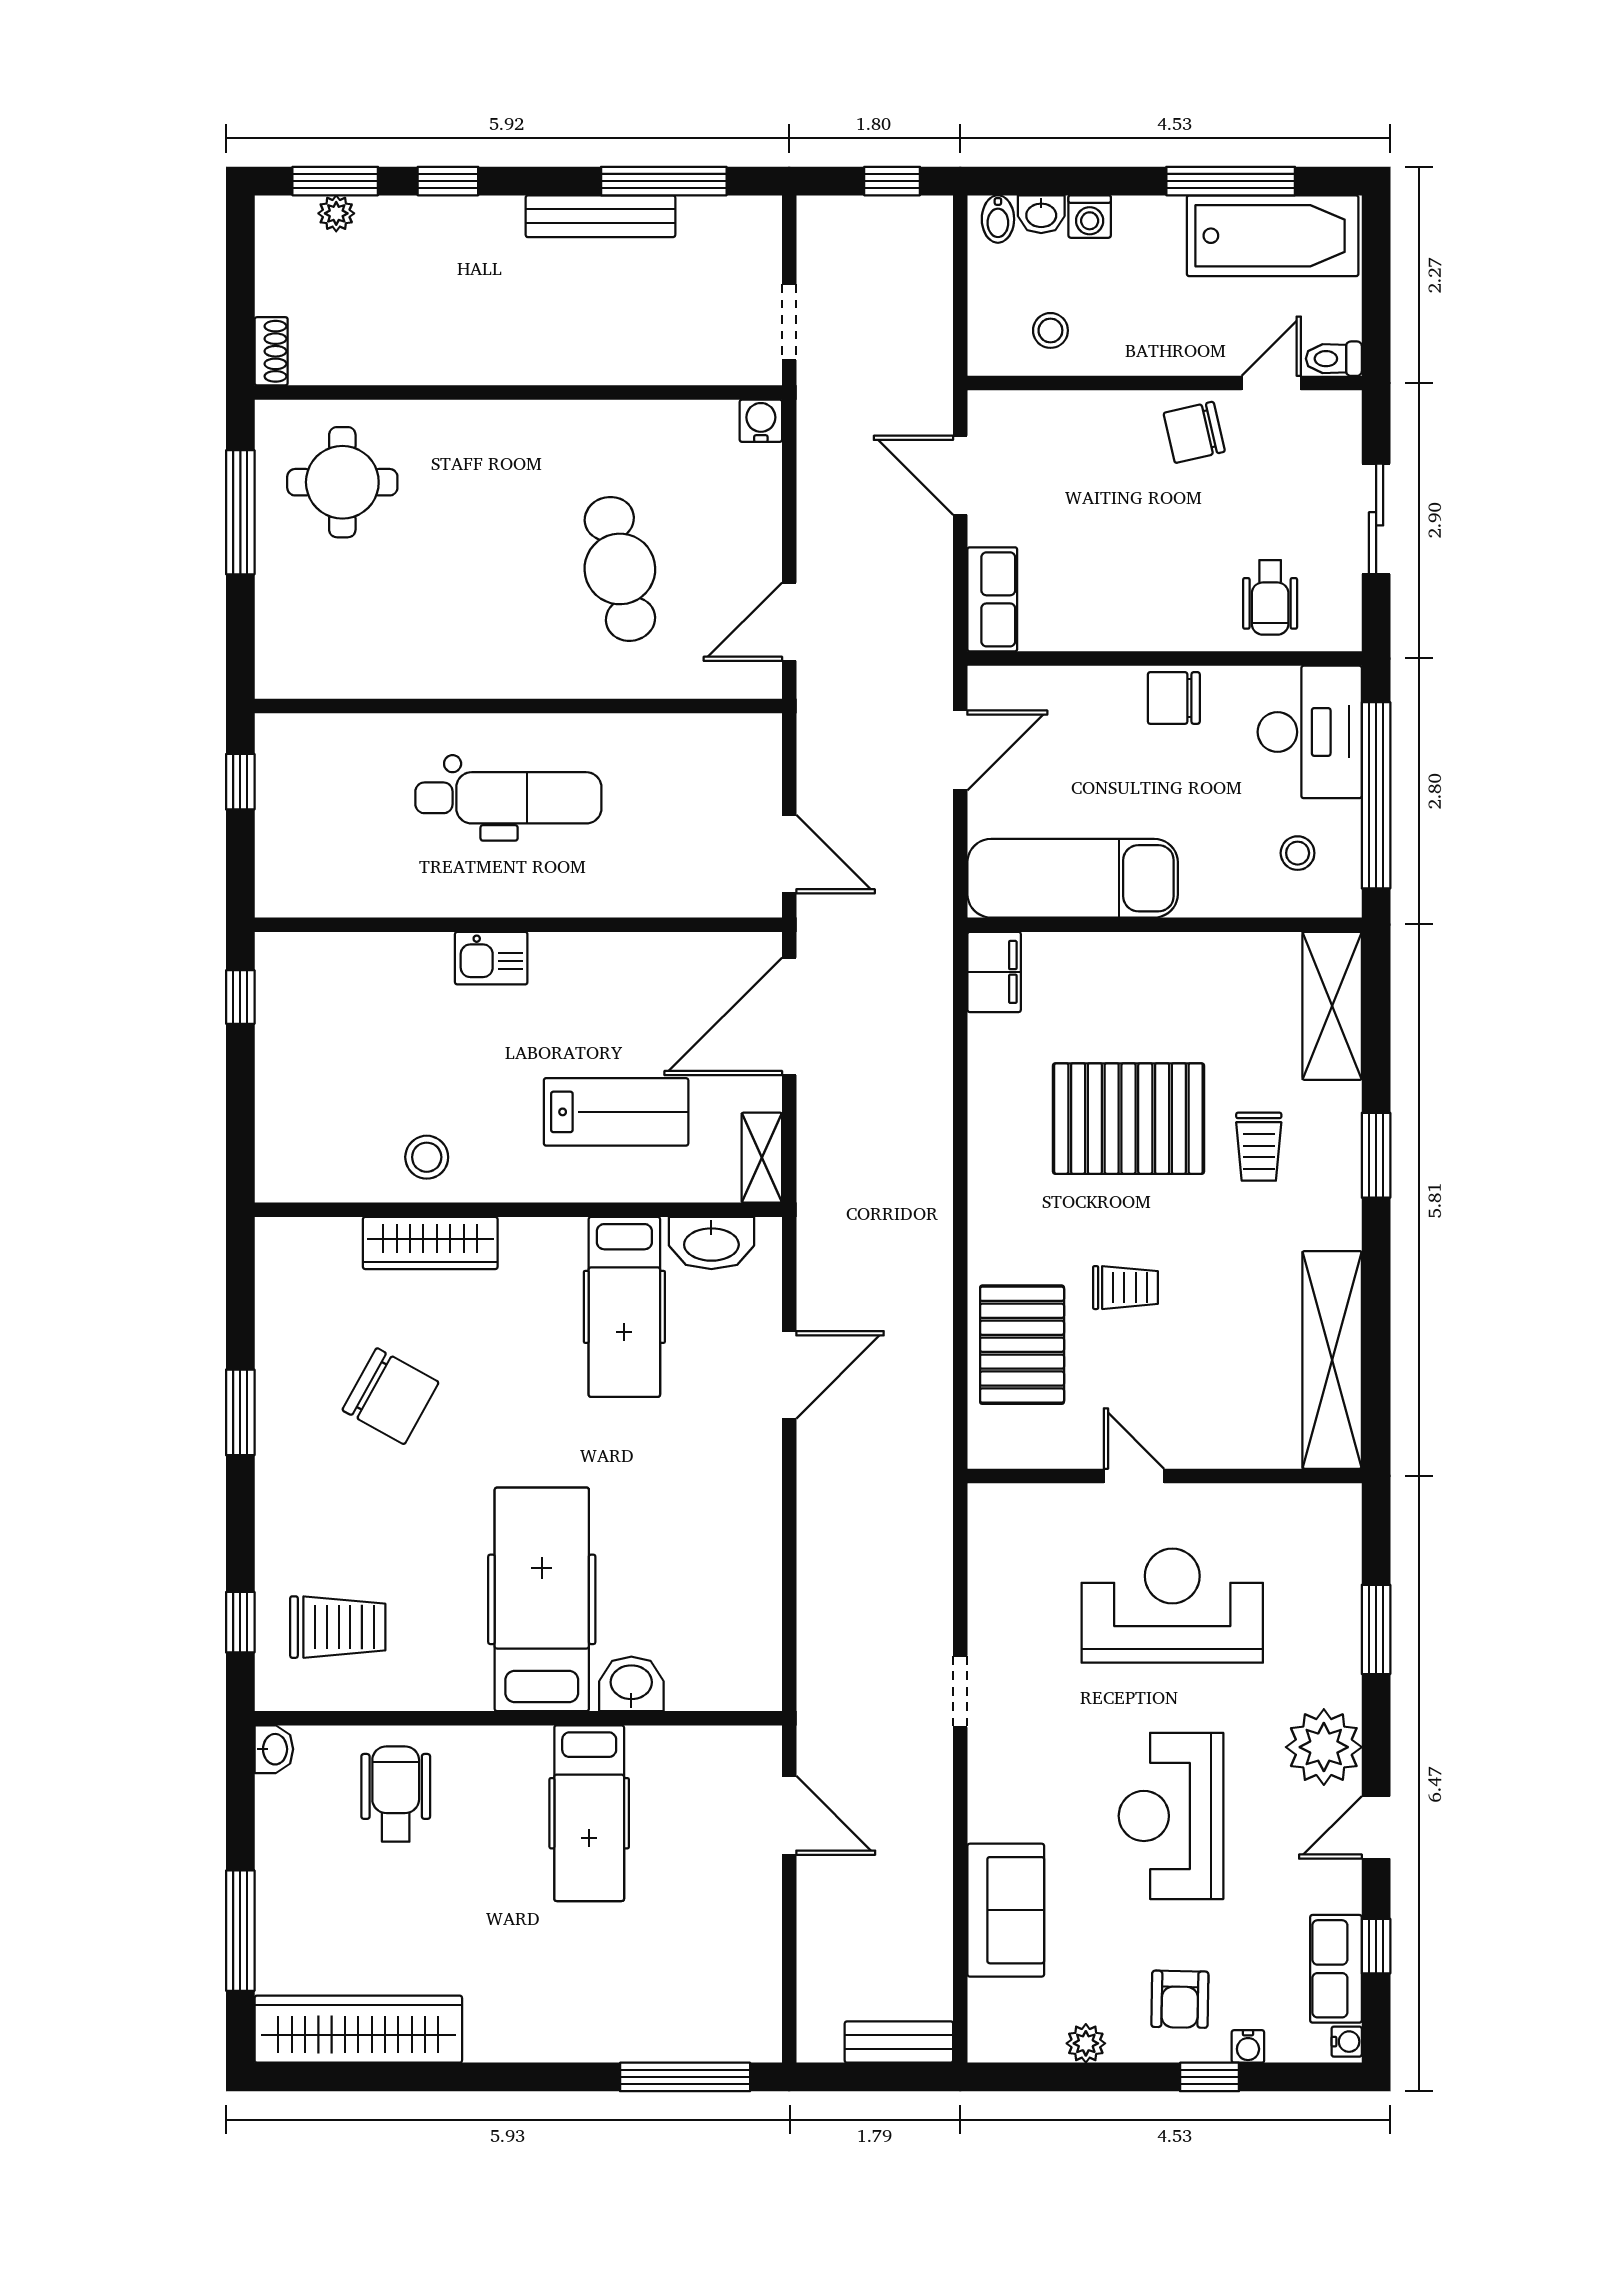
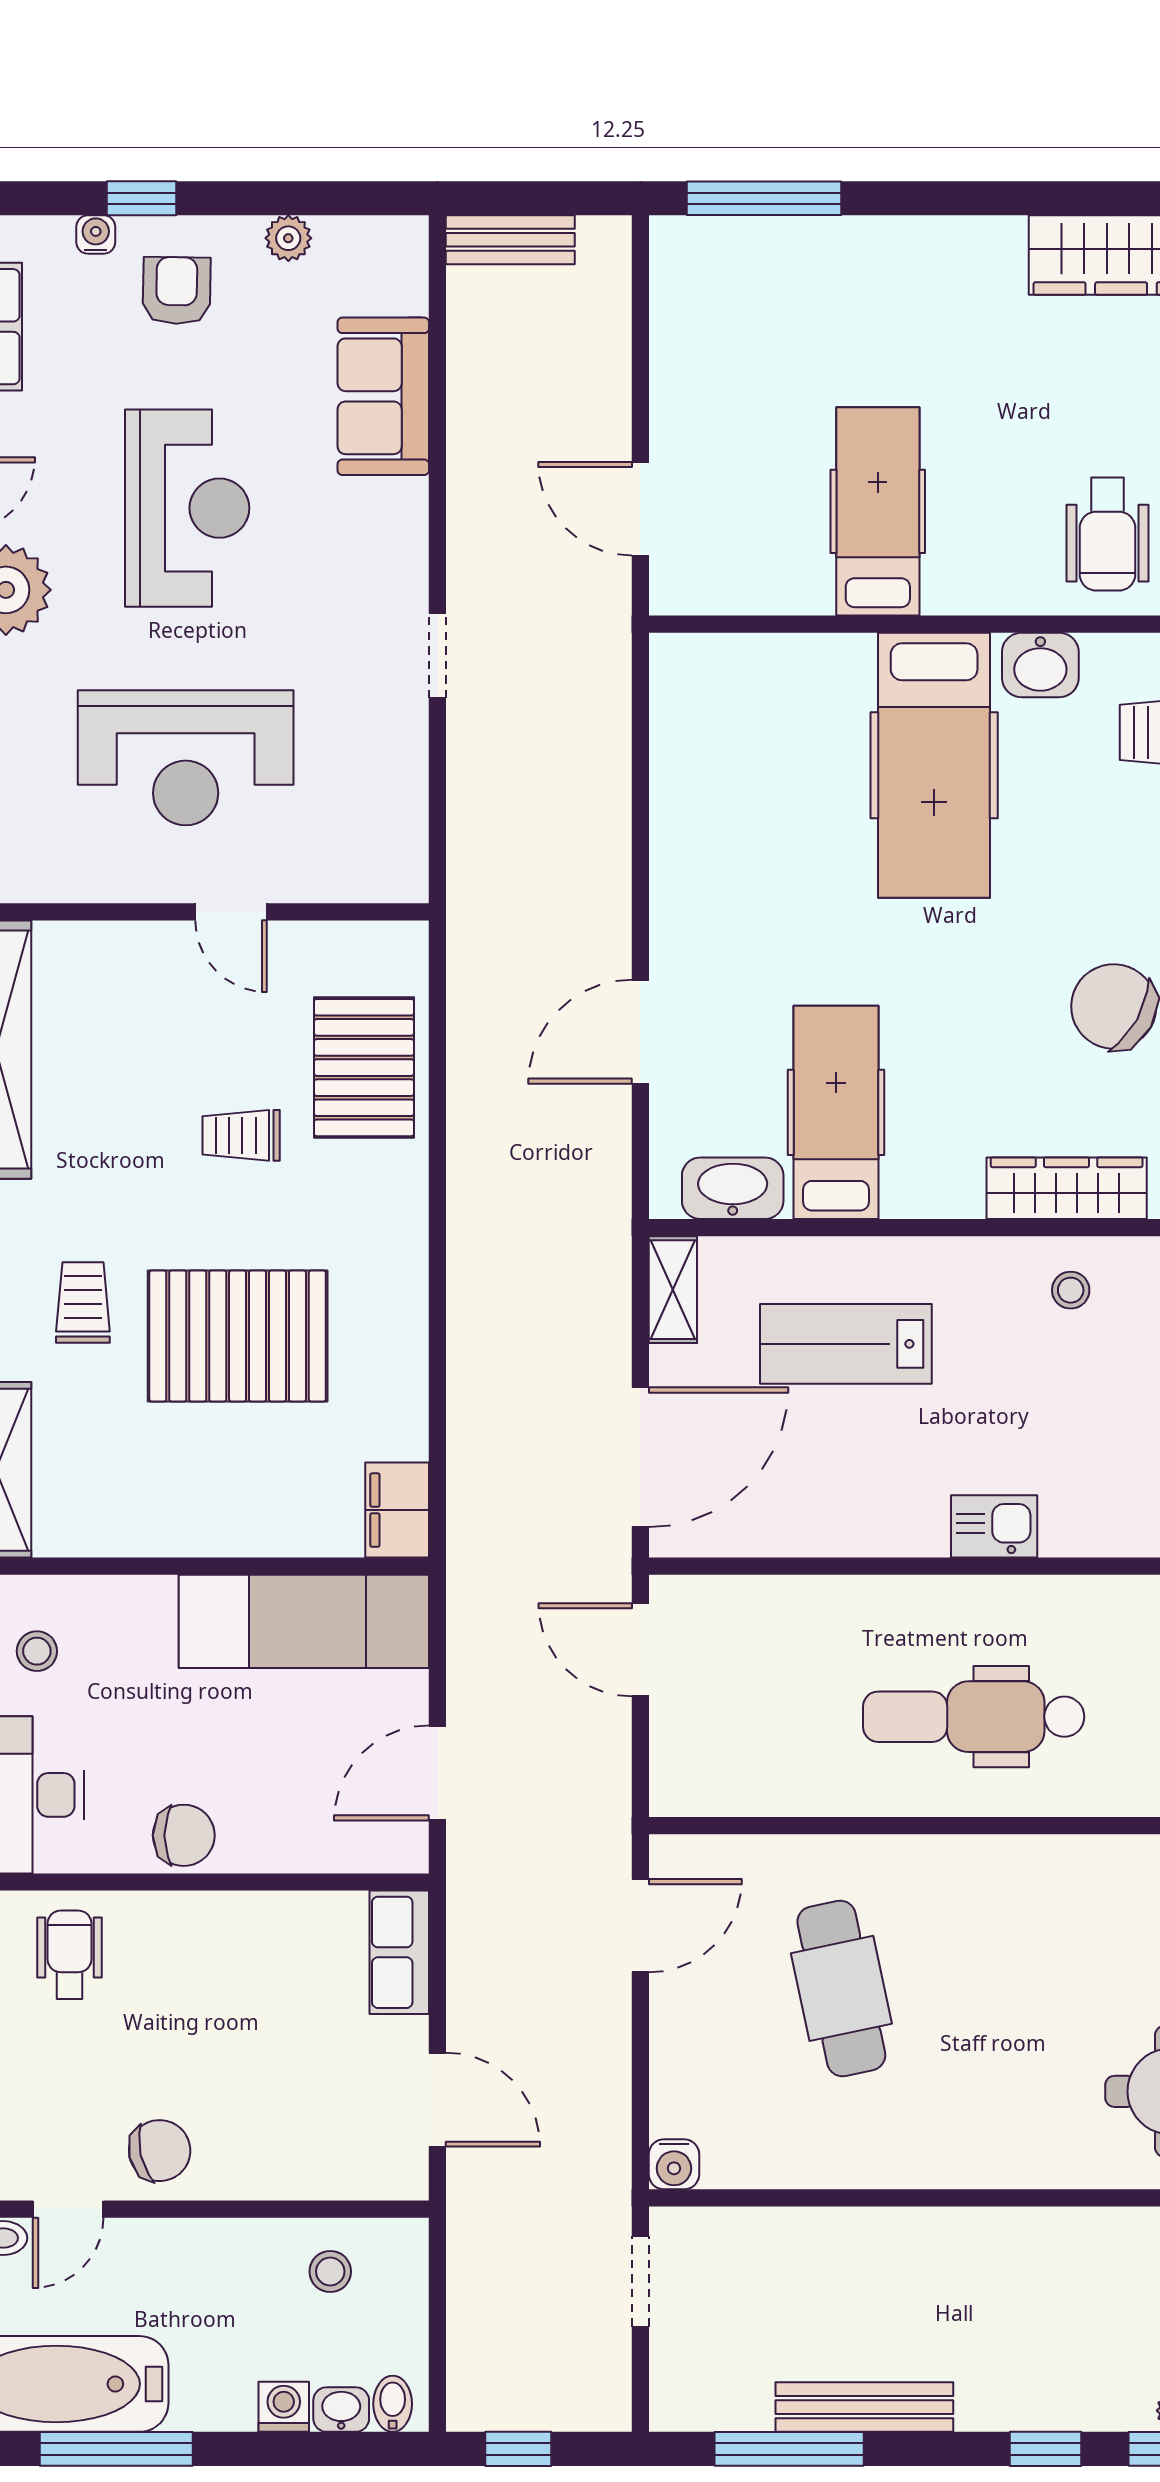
stool: (427, 1157) -> (1071, 1290), width x0.73, depth x0.73
washbasin: (631, 1684) -> (1040, 665), moved

